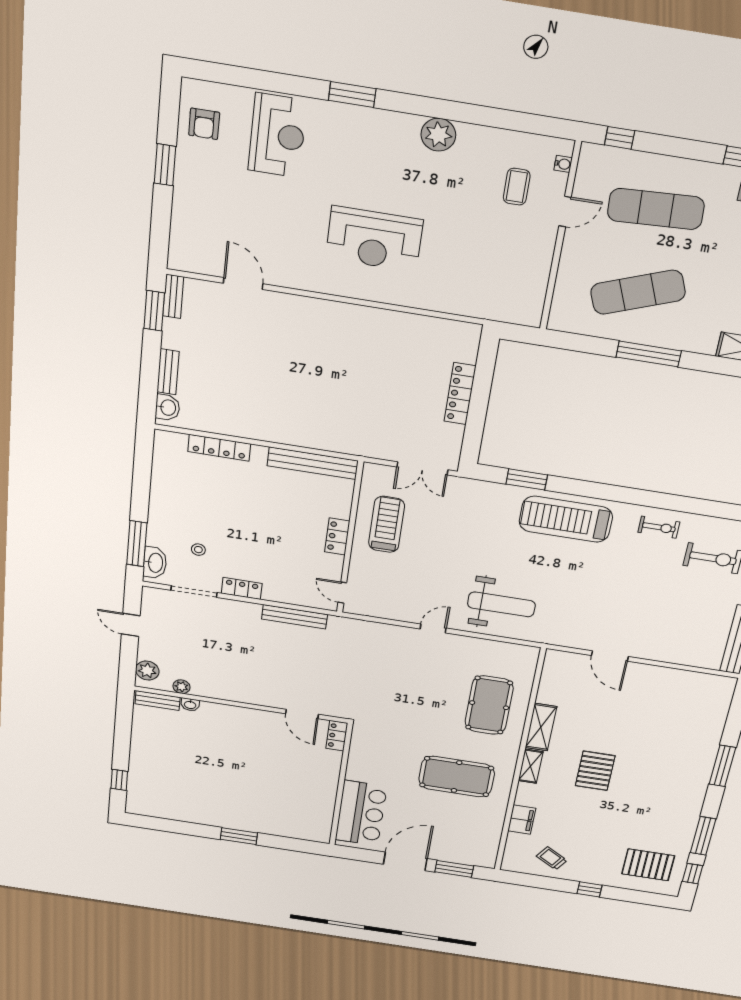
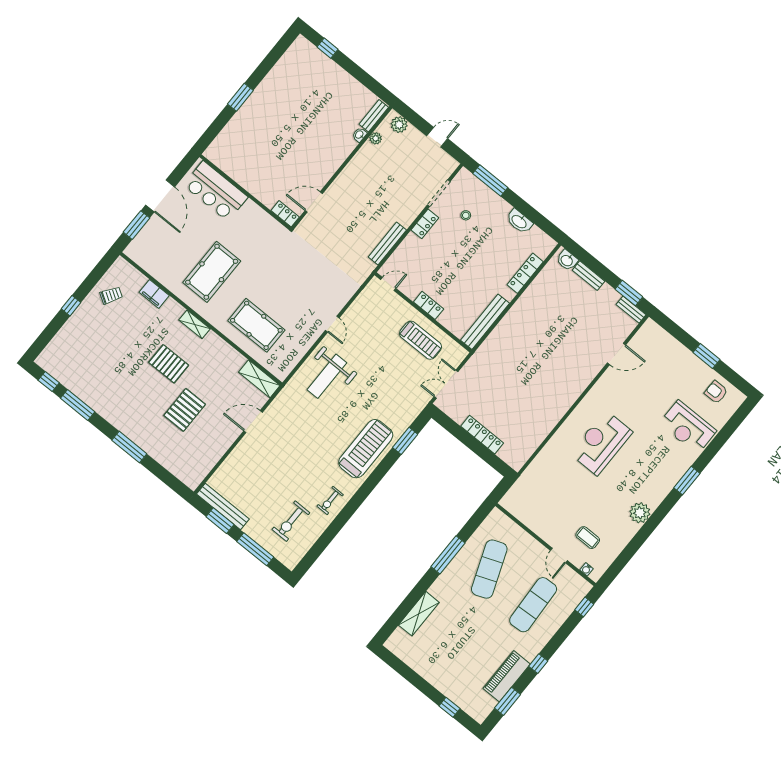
washbasin: (155, 563) -> (519, 221), moved
shelving: (541, 727) -> (259, 379), moved
pallet: (648, 865) -> (185, 410), moved

